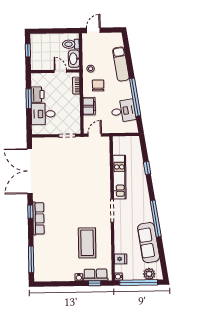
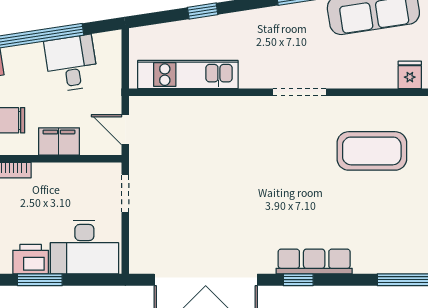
desk: (43, 114) -> (84, 247), width x1.37
kitchen unit: (119, 177) -> (188, 75), moved

